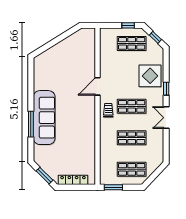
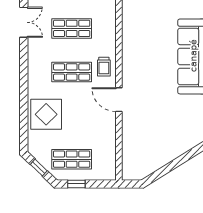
door: (97, 86) -> (119, 100), swing flipped
window: (166, 89) -> (24, 96), removed
double door: (166, 118) -> (24, 22), moved

